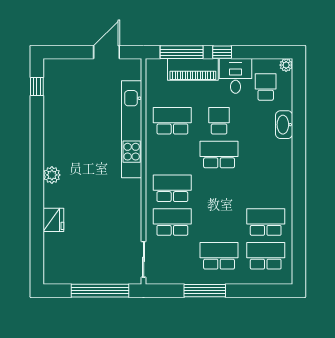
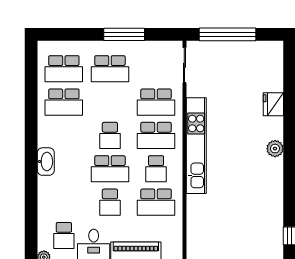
washbasin: (284, 125) -> (46, 162), moved
kitchen unit: (132, 129) -> (196, 146), moved
school desk: (172, 154) -> (156, 169), added
school desk: (219, 188) -> (110, 135), added

